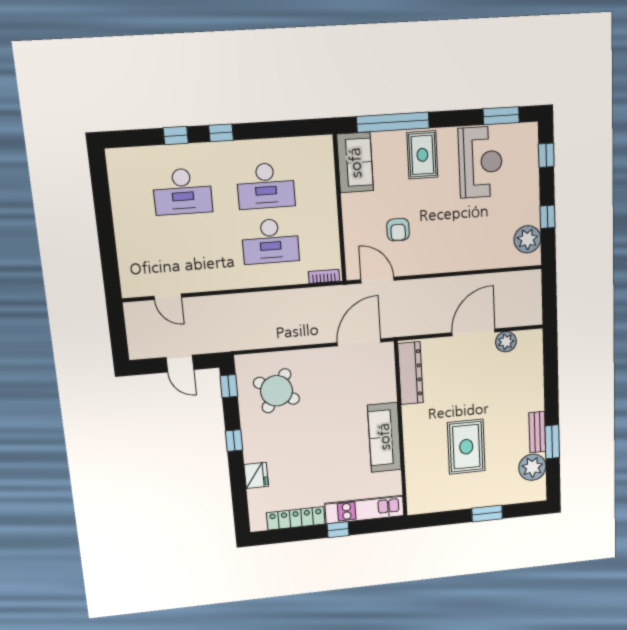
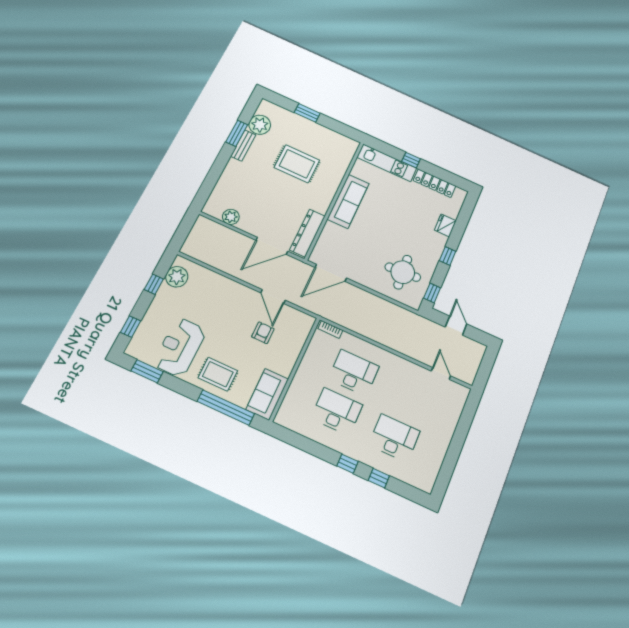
rug: (422, 155) -> (218, 374), turned 90
door: (378, 280) -> (273, 296), moved
door: (473, 332) -> (272, 246), moved
round table: (276, 391) -> (403, 272), turned -35
rug: (466, 447) -> (297, 164), turned 90

